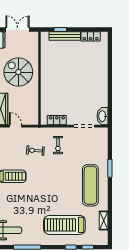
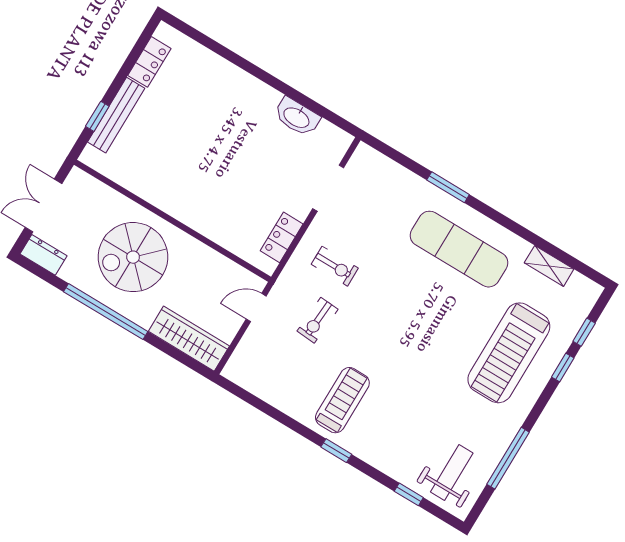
washbasin: (103, 116) -> (297, 117), moved
door: (16, 126) -> (256, 308), moved

